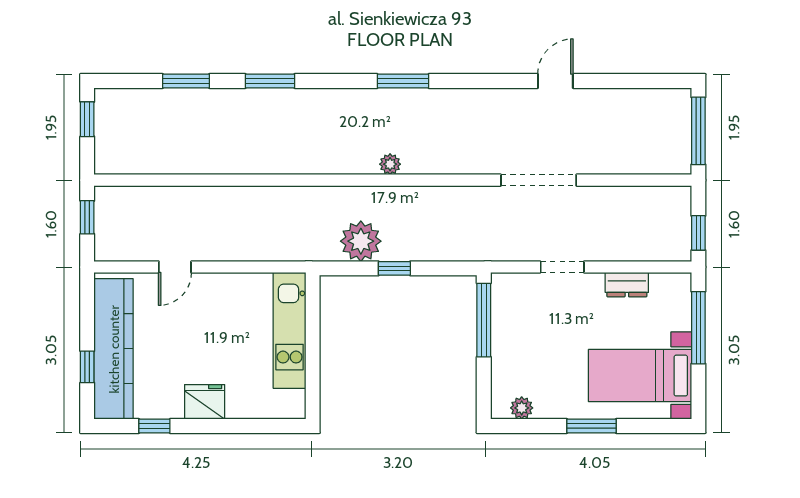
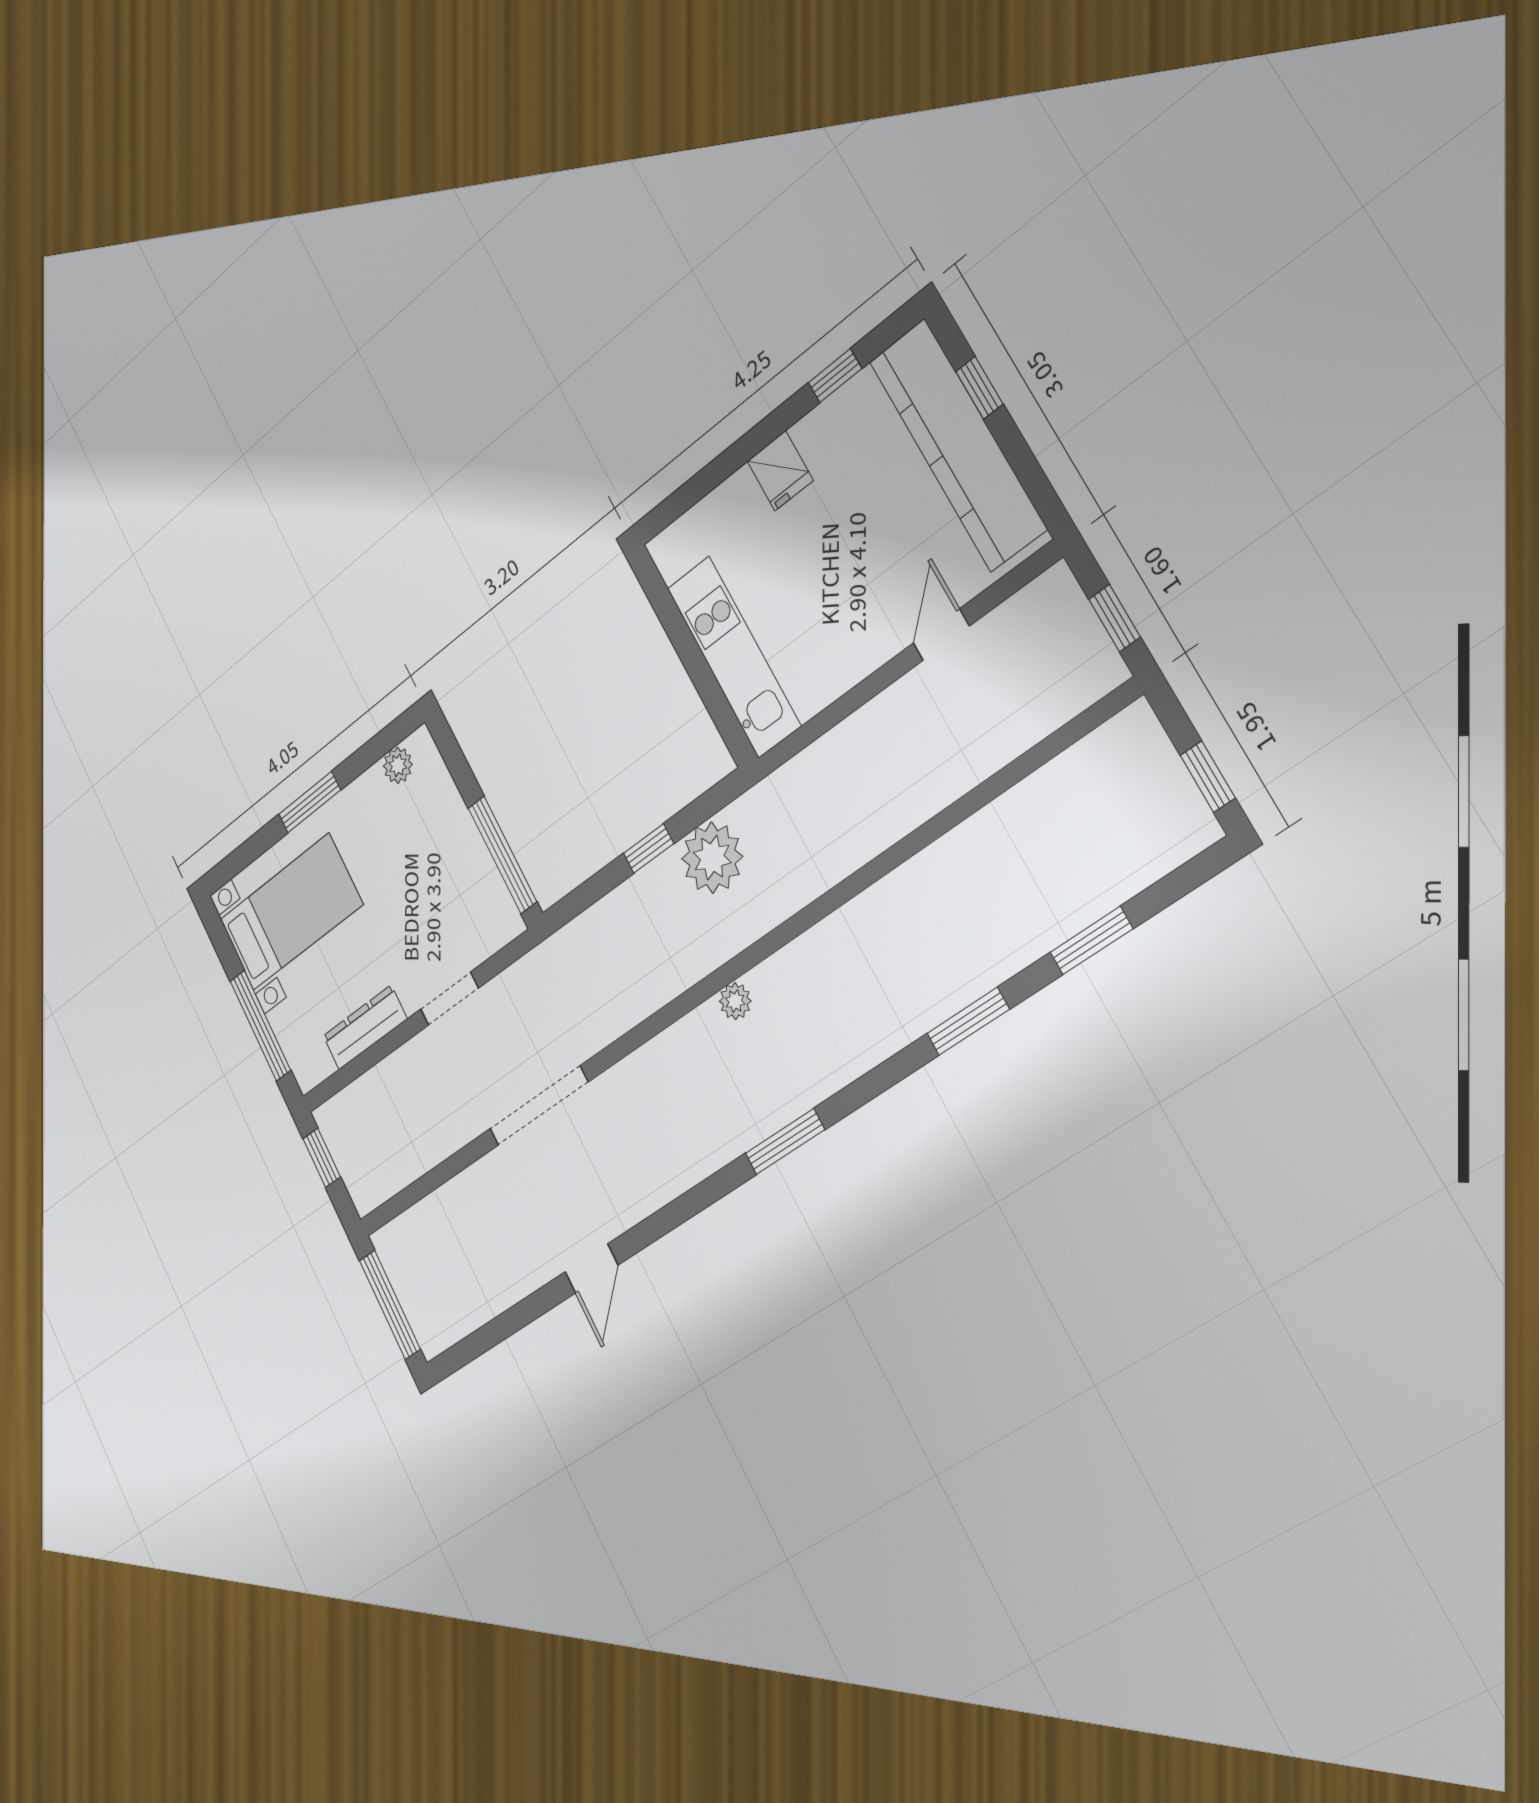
dresser: (627, 285) -> (365, 1027), width x1.44
fridge: (205, 402) -> (780, 471), width x0.72

